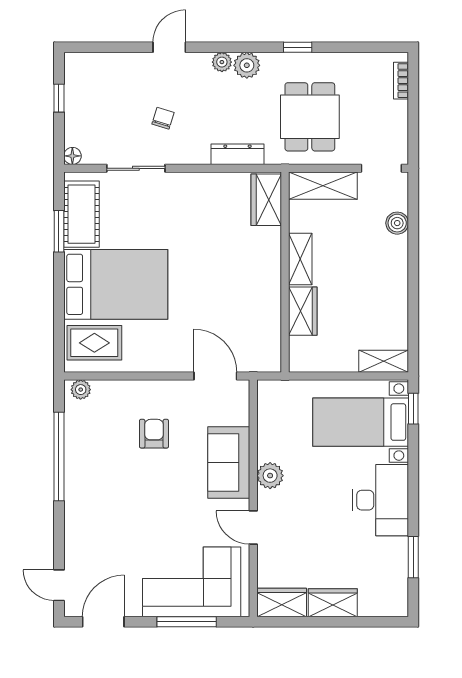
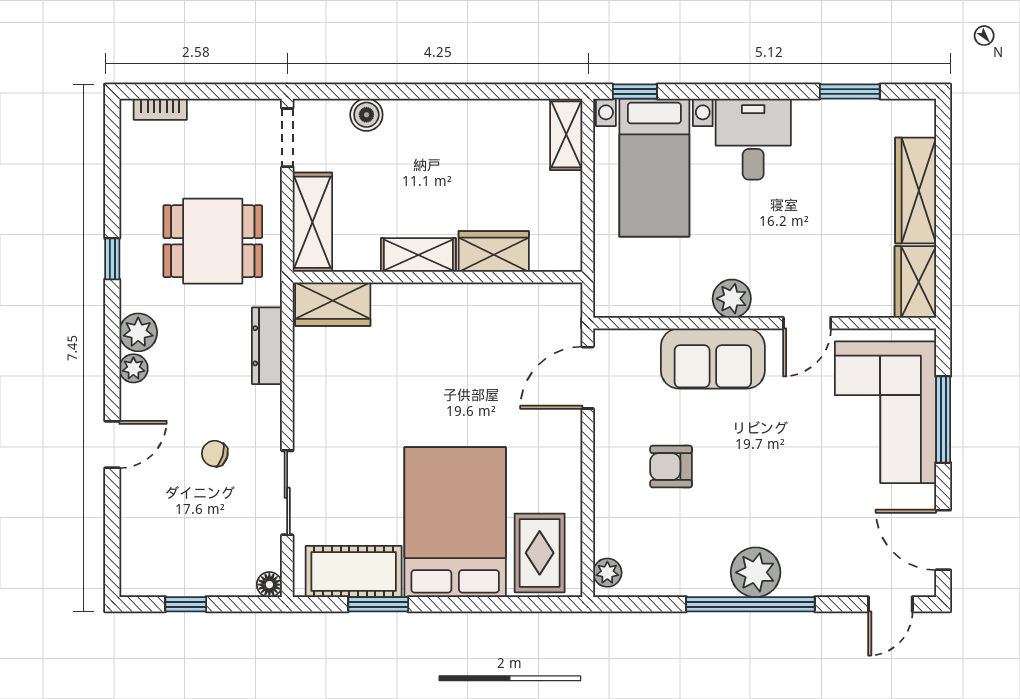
door: (169, 47) -> (112, 444), swing flipped
window: (59, 457) -> (750, 604), moved
plant: (81, 492) -> (756, 572), added
desk: (380, 500) -> (753, 139), width x0.73
wardrobe: (333, 603) -> (916, 190), width x1.50

